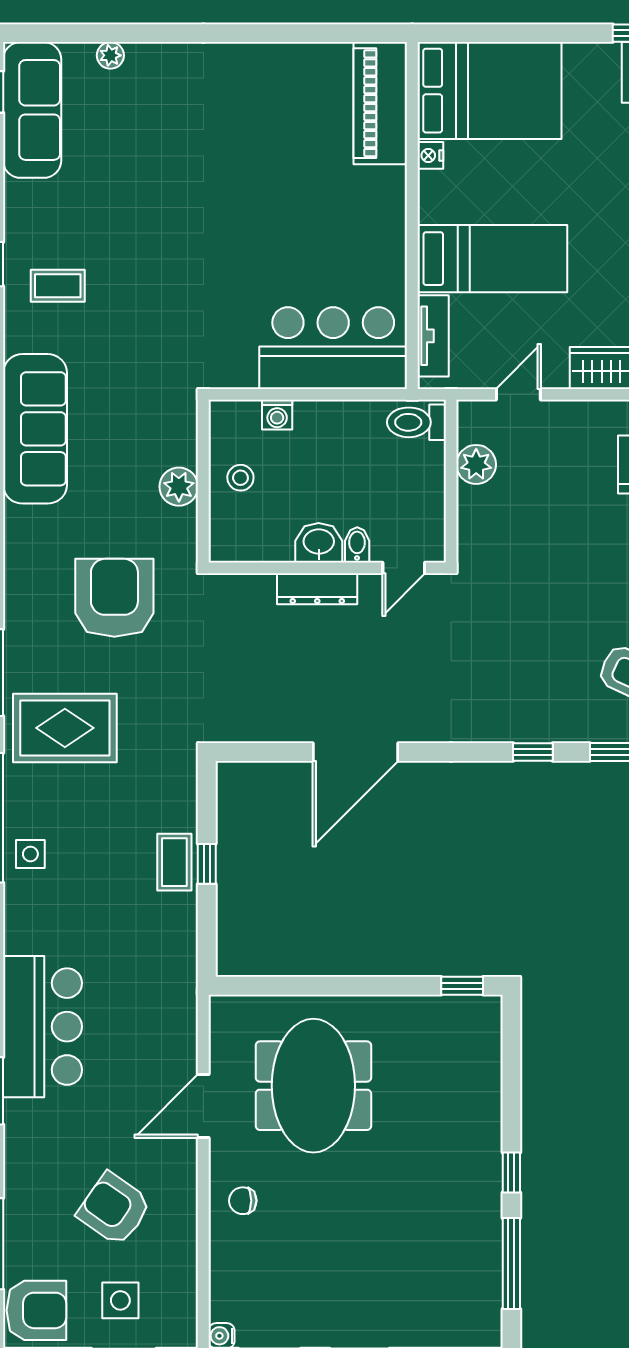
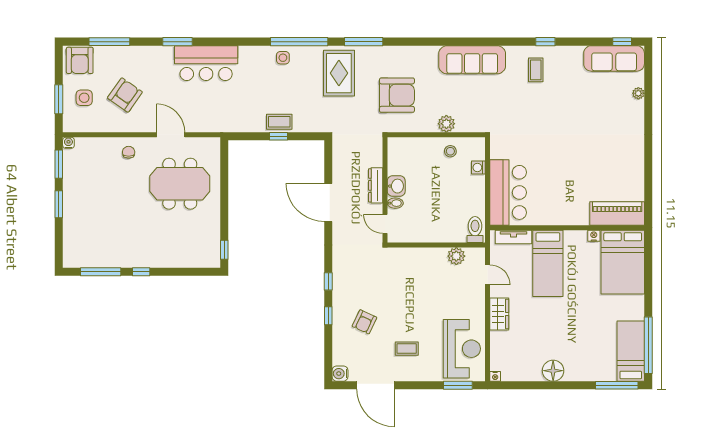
washbasin: (319, 543) -> (396, 186), moved
bidet: (357, 545) -> (395, 203), moved
wall: (327, 568) -> (385, 190), moved
door: (404, 568) -> (385, 224), moved
dresser: (317, 589) -> (376, 185), moved

